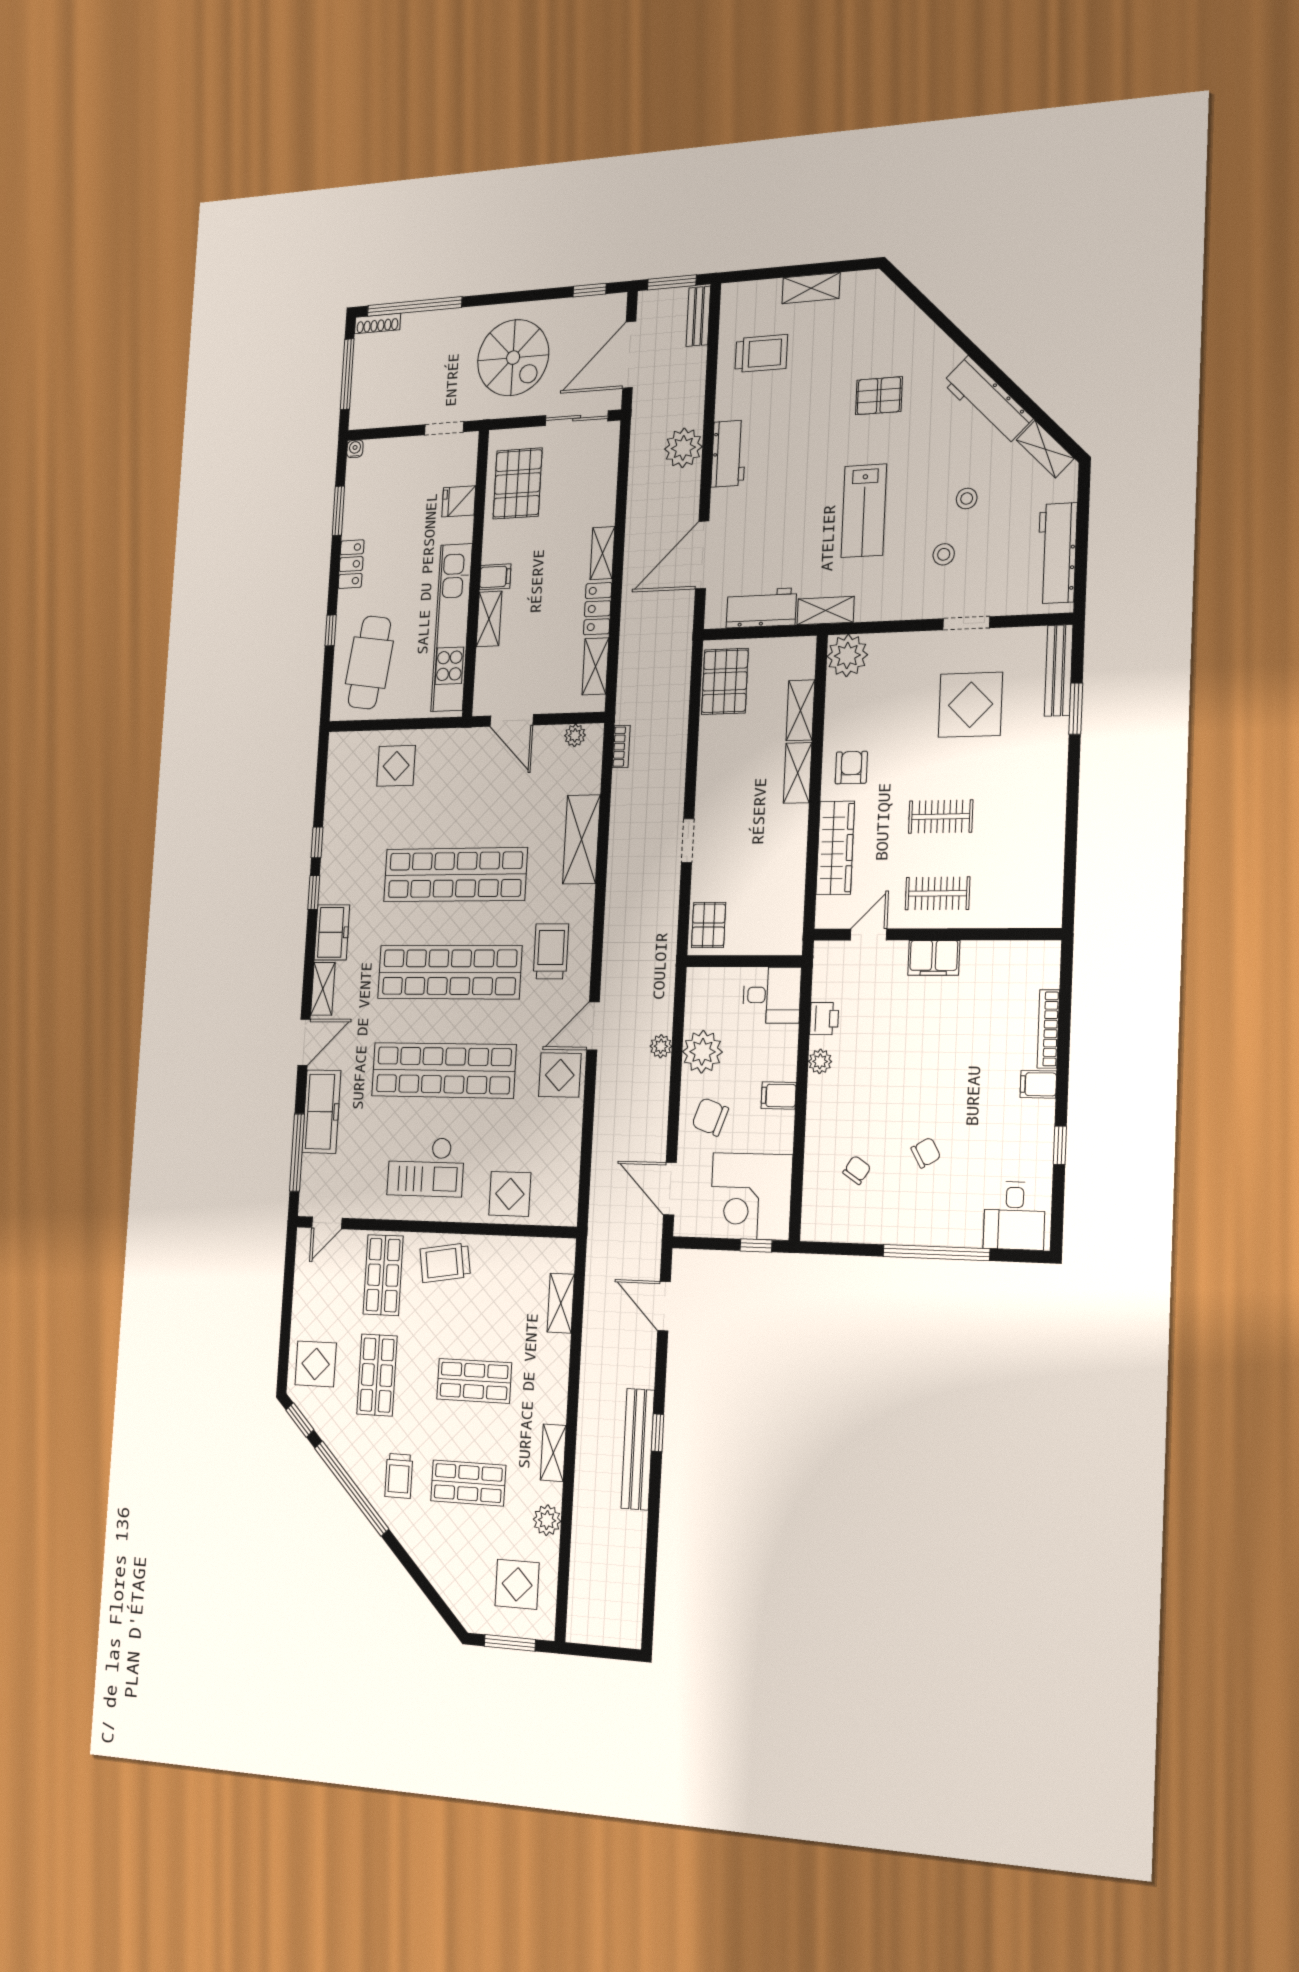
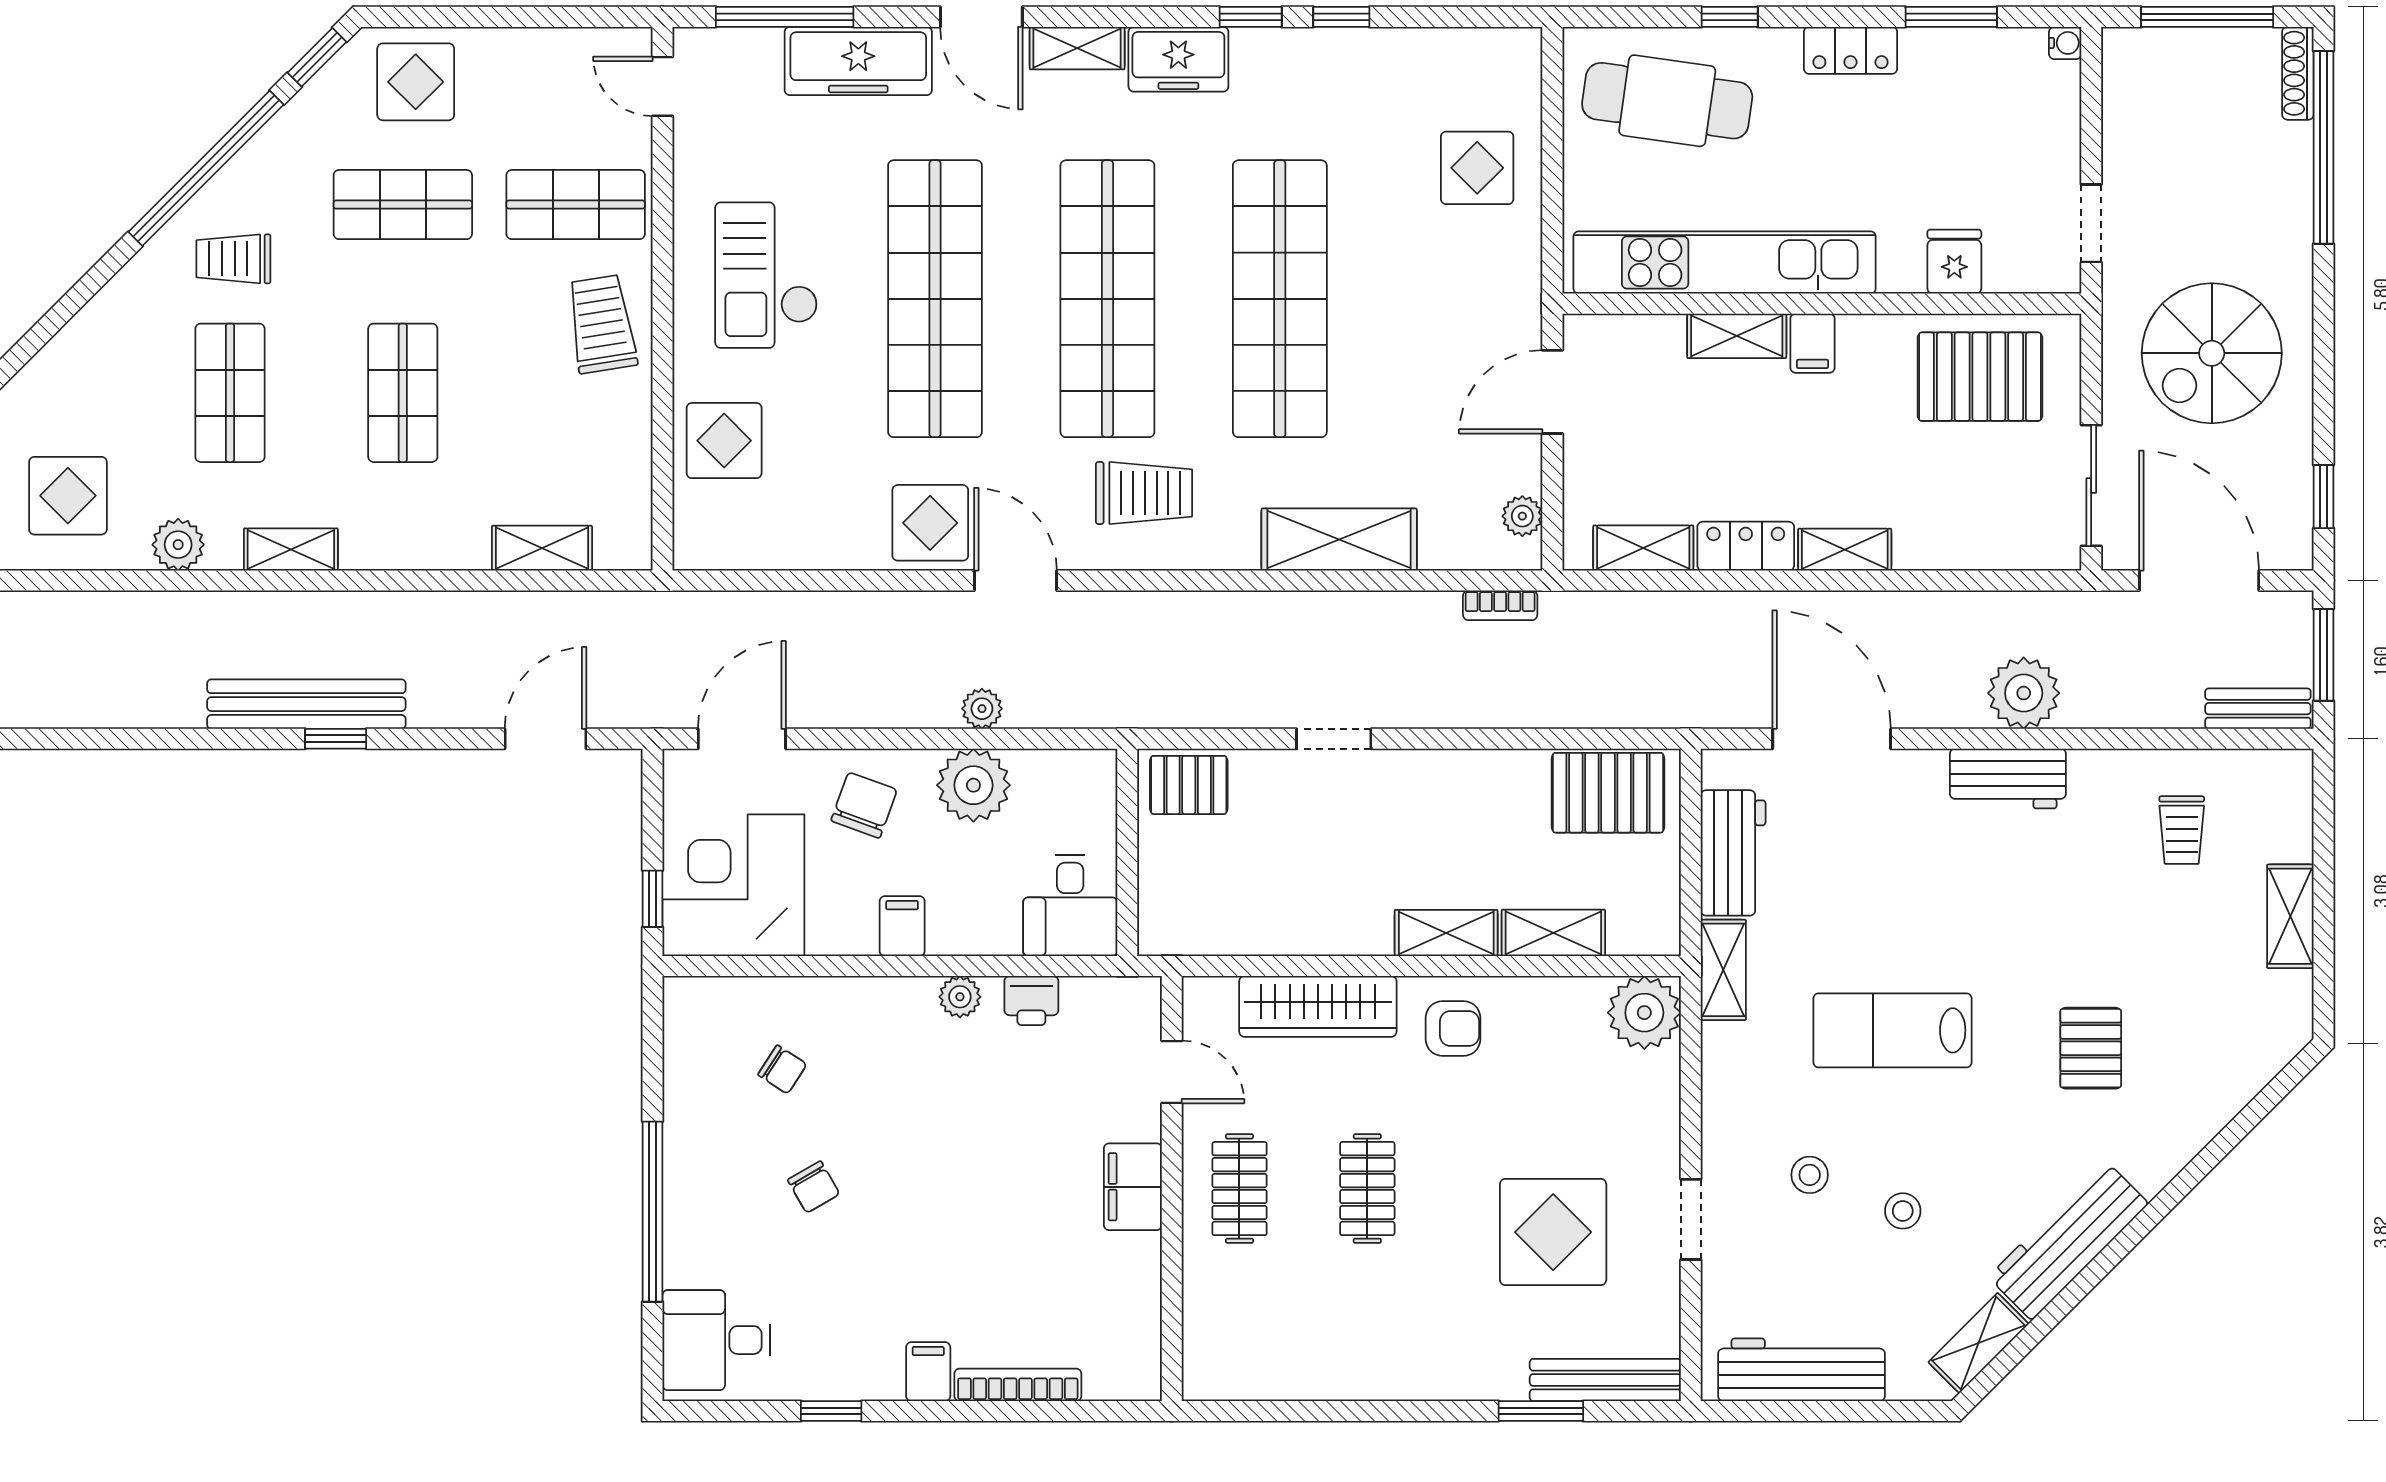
trolley: (761, 353) -> (2182, 830), width x0.73, depth x0.72

